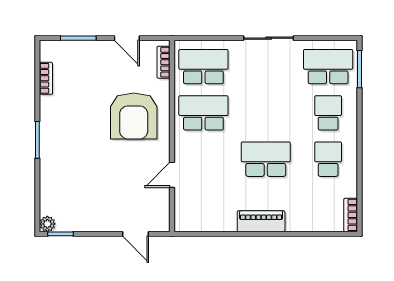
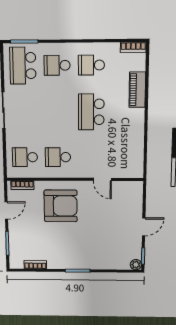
school desk: (203, 67) -> (25, 157), width x0.54
school desk: (203, 113) -> (58, 157), width x0.54
piano: (261, 221) -> (137, 90), moved
door: (136, 234) -> (144, 227), moved

